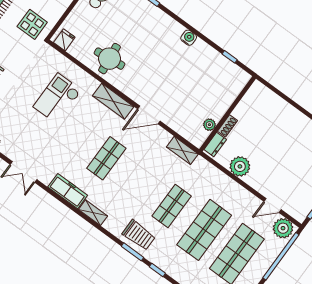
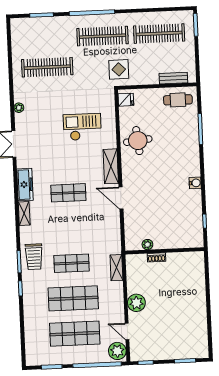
dresser: (215, 145) -> (137, 259), removed
shelving: (182, 150) -> (116, 268), moved
plant: (240, 166) -> (136, 303), moved

